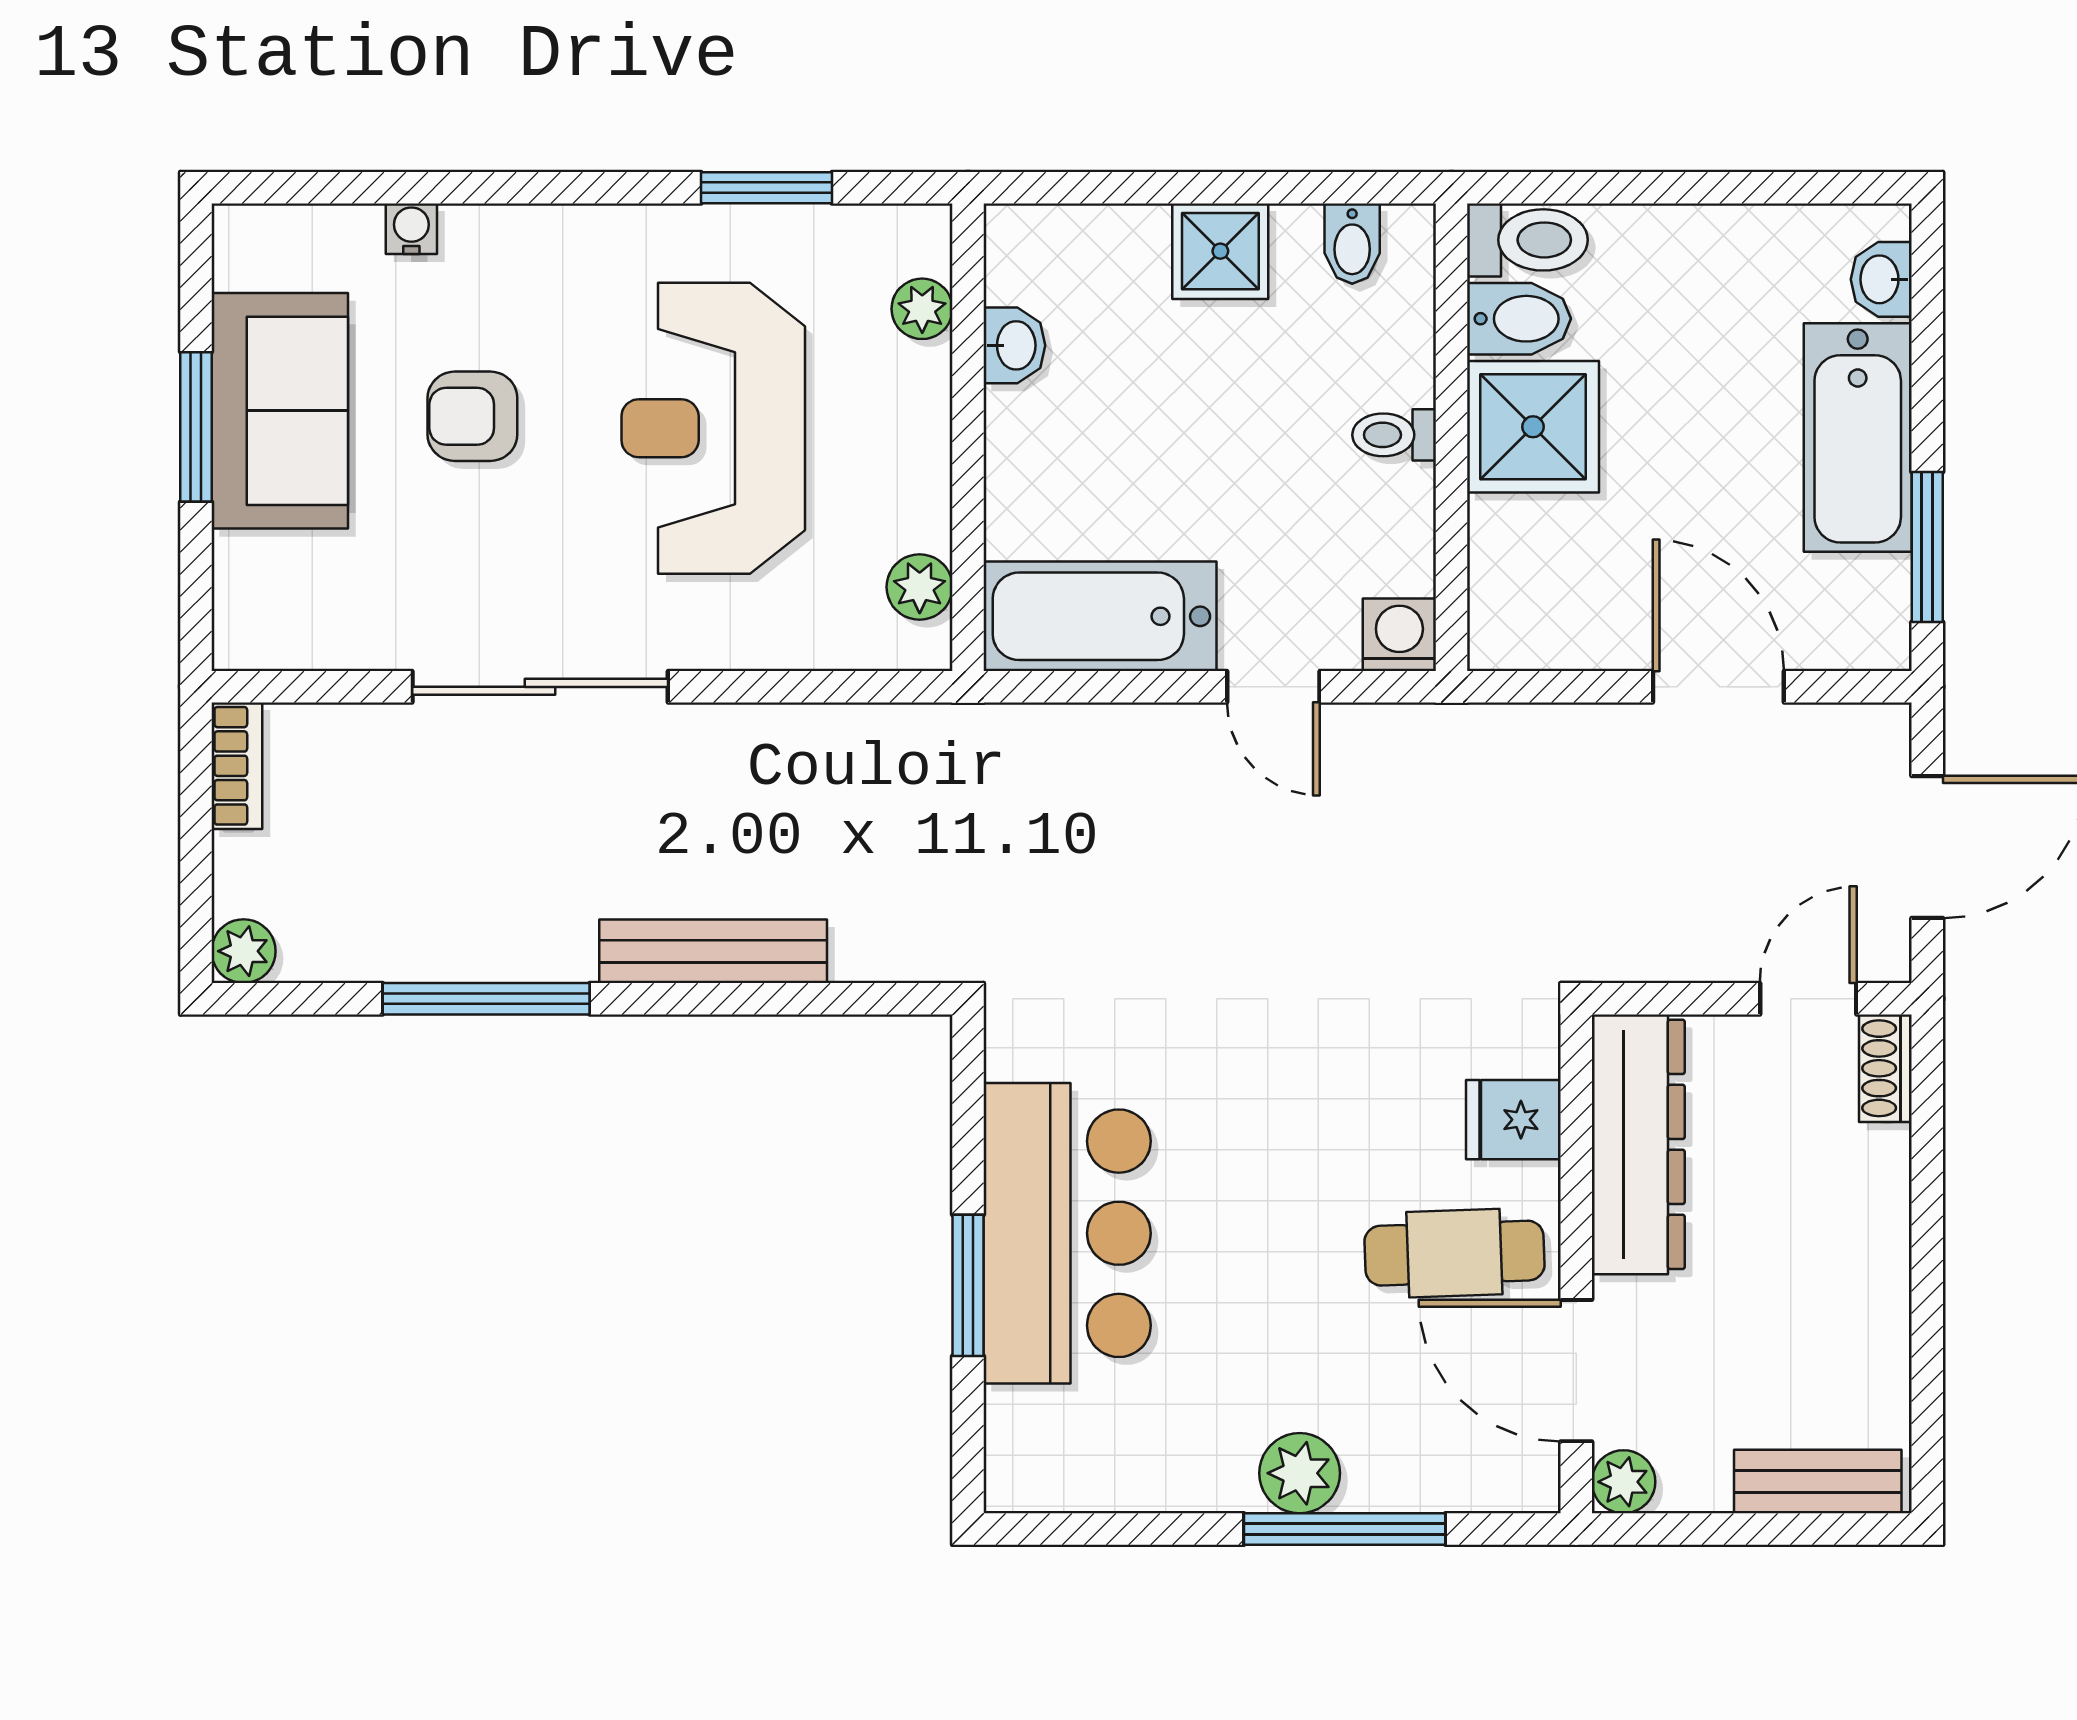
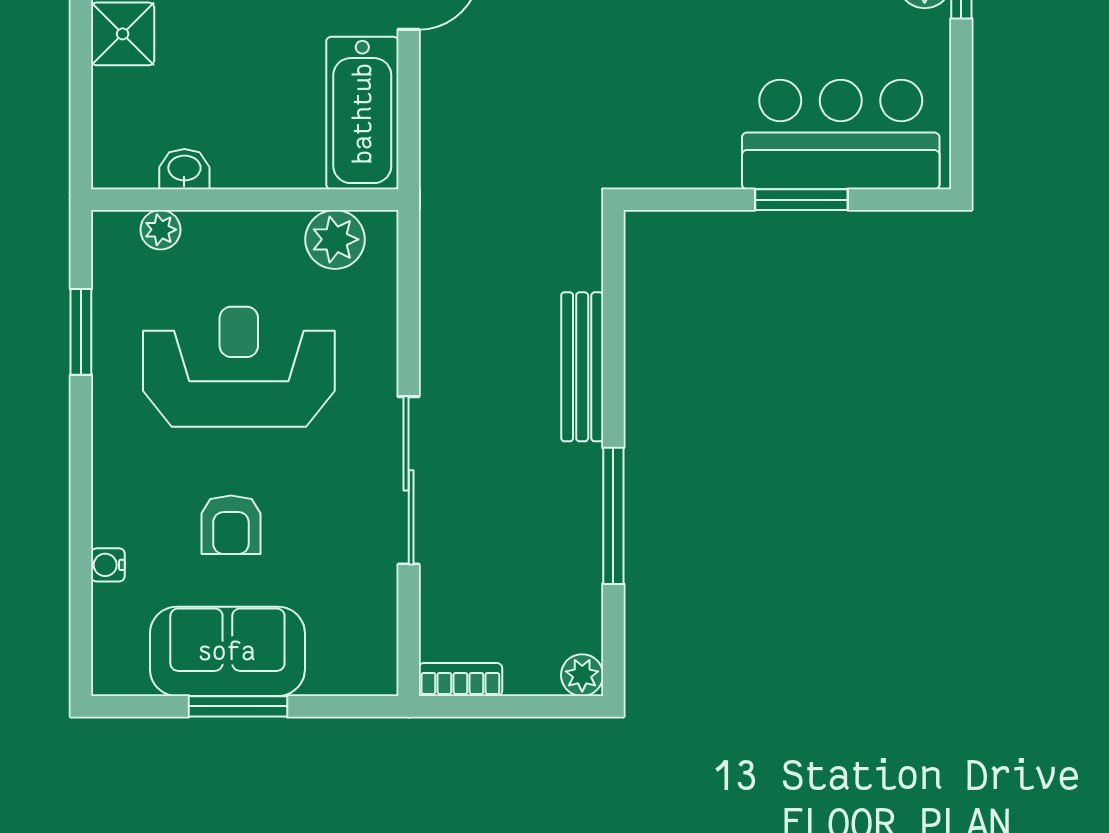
reception desk: (713, 428) -> (239, 367), turned 180
plant: (920, 587) -> (335, 239), width x1.38, depth x1.38
bar counter: (1067, 1233) -> (841, 135), moved

